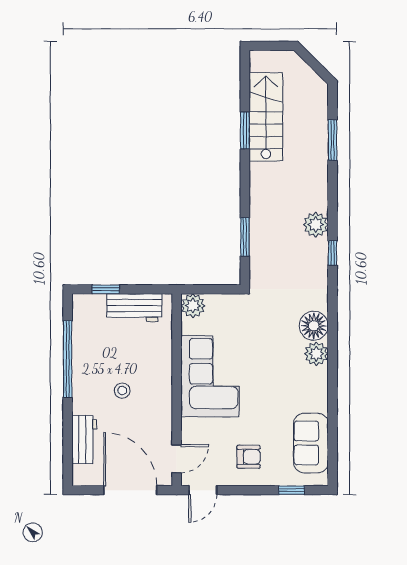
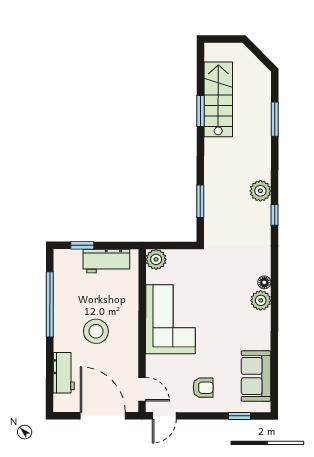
floor lamp: (314, 326) -> (264, 282), width x0.53, depth x0.53
stool: (122, 391) -> (96, 331), width x1.89, depth x1.89
door: (177, 459) -> (142, 389), hinge flipped

